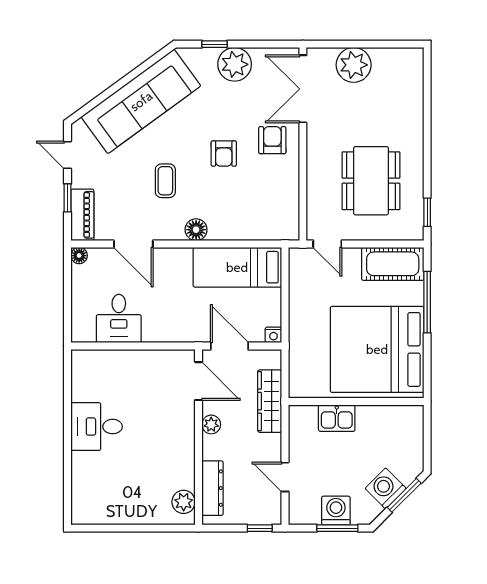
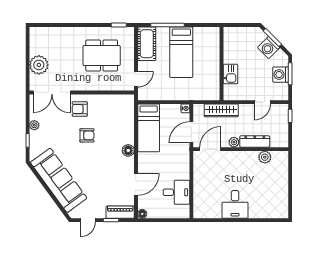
plant: (235, 64) -> (34, 125), width x0.53, depth x0.53
coffee table: (165, 181) -> (102, 167), removed
bed: (377, 349) -> (181, 52), width x0.49
dresser: (212, 488) -> (255, 141), moved
plant: (184, 502) -> (265, 157), moved

